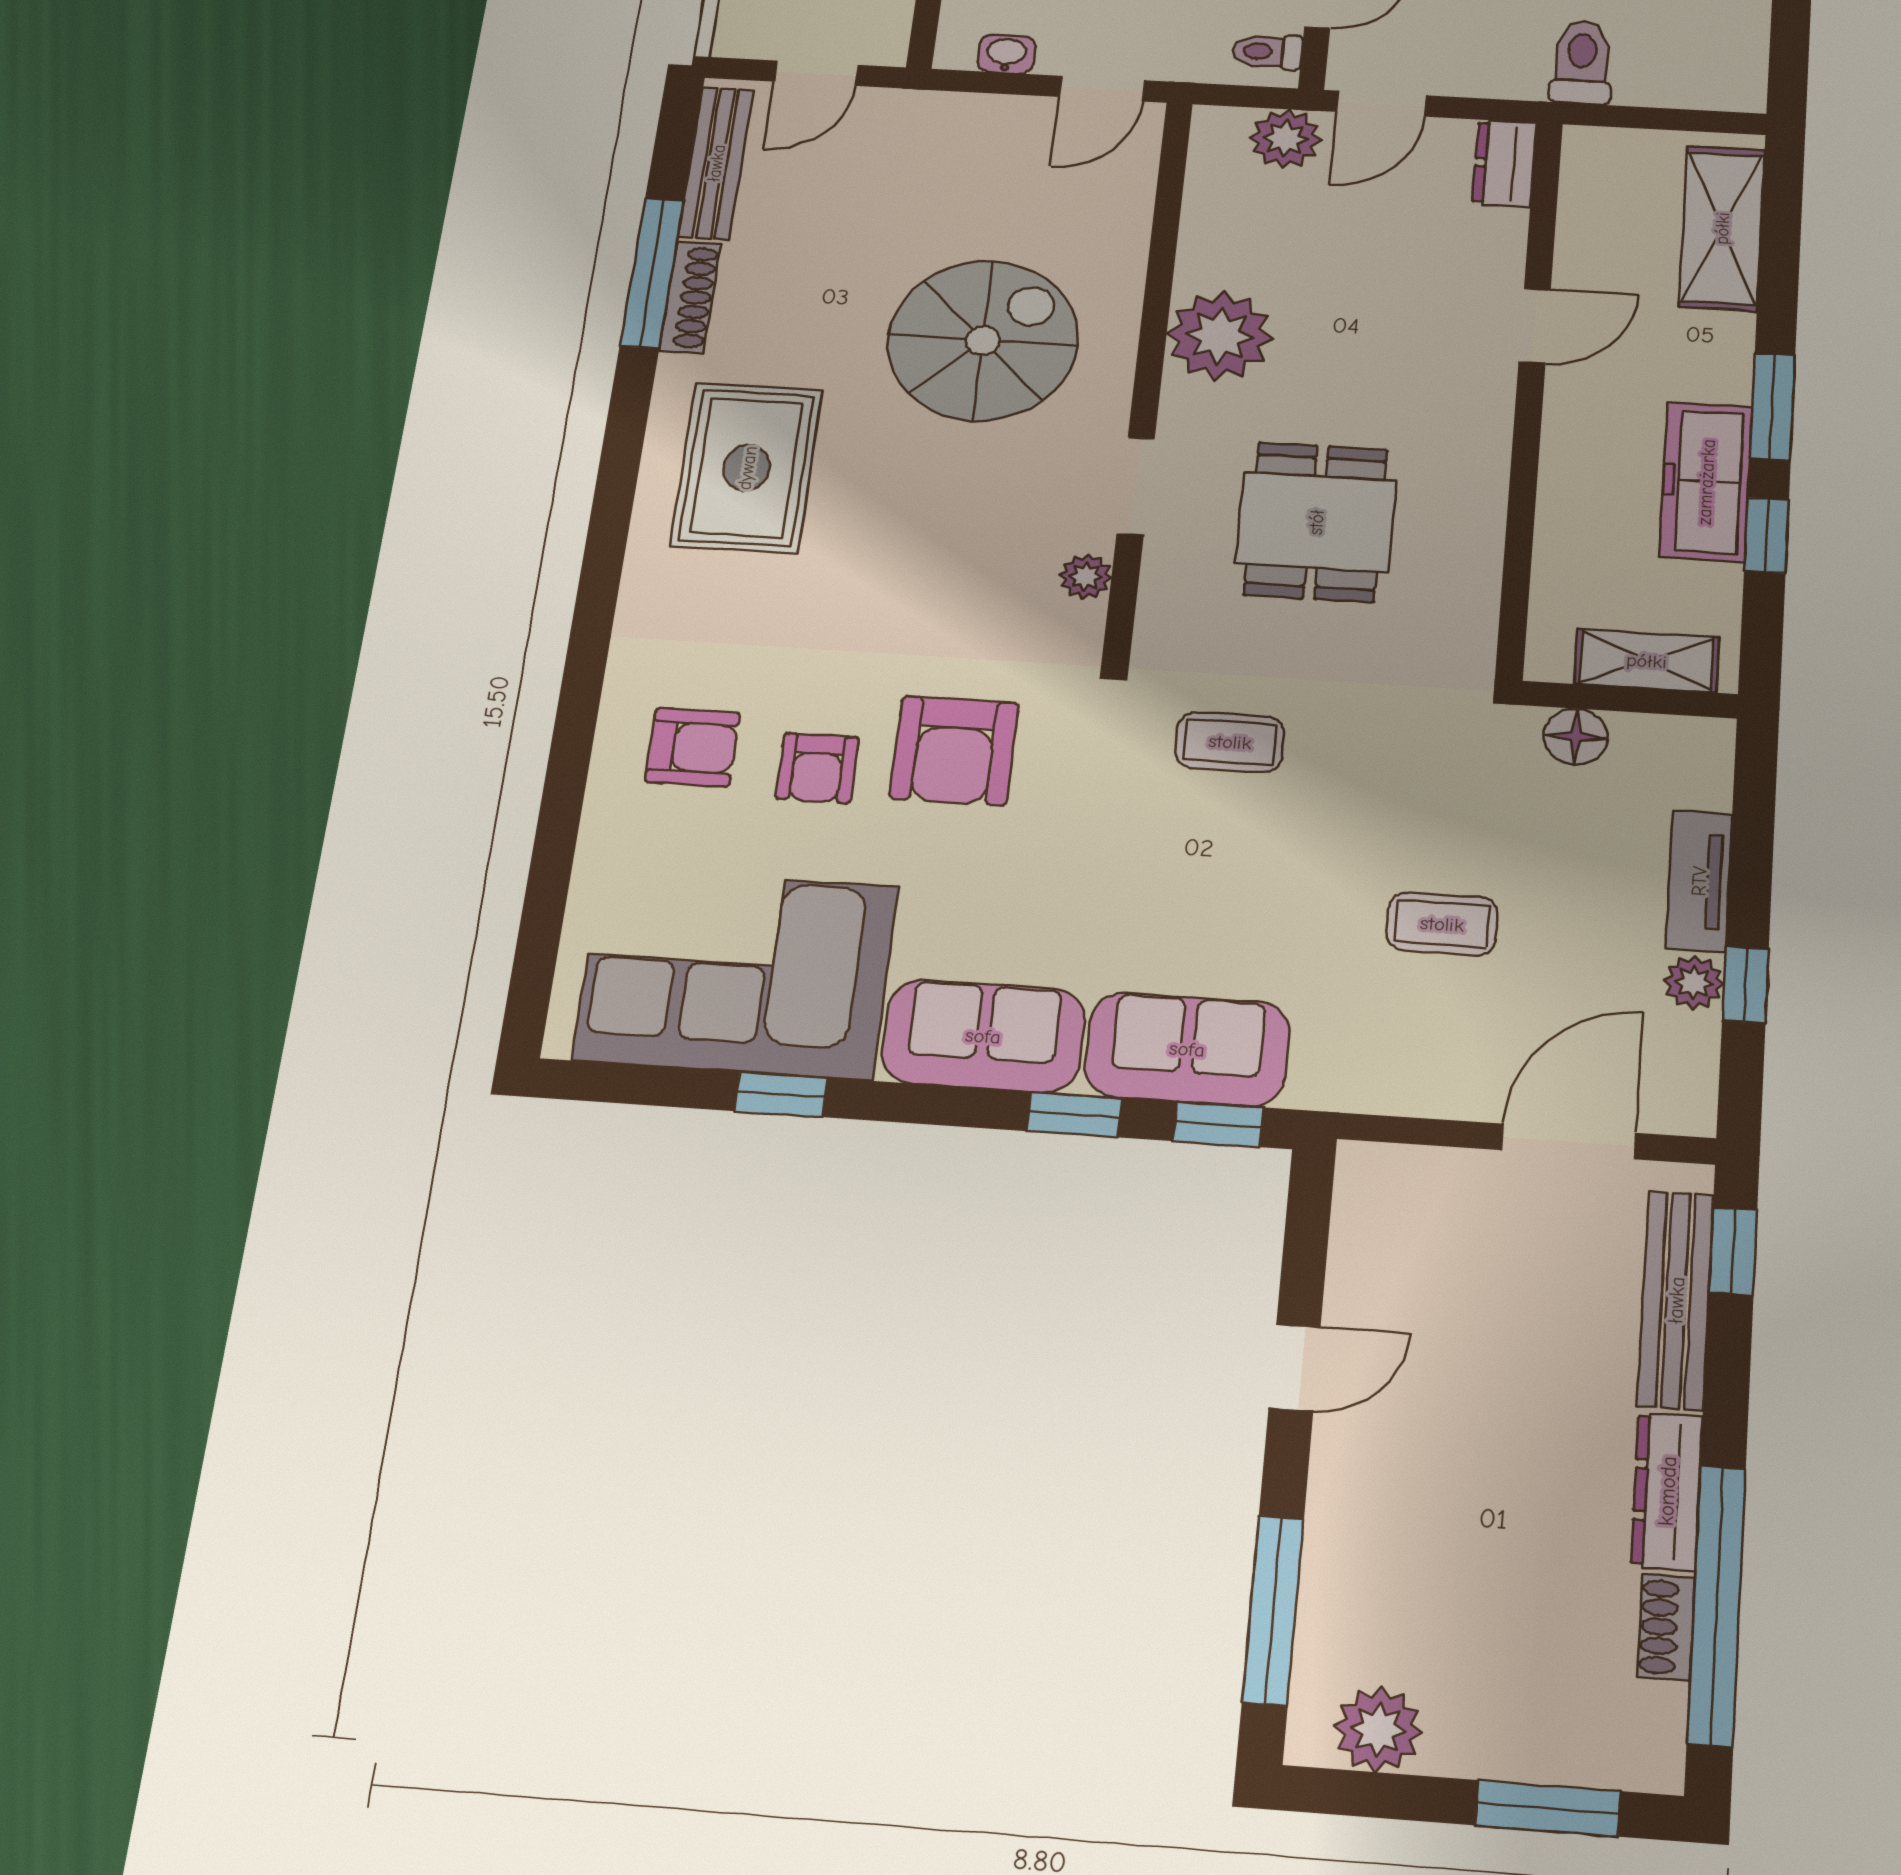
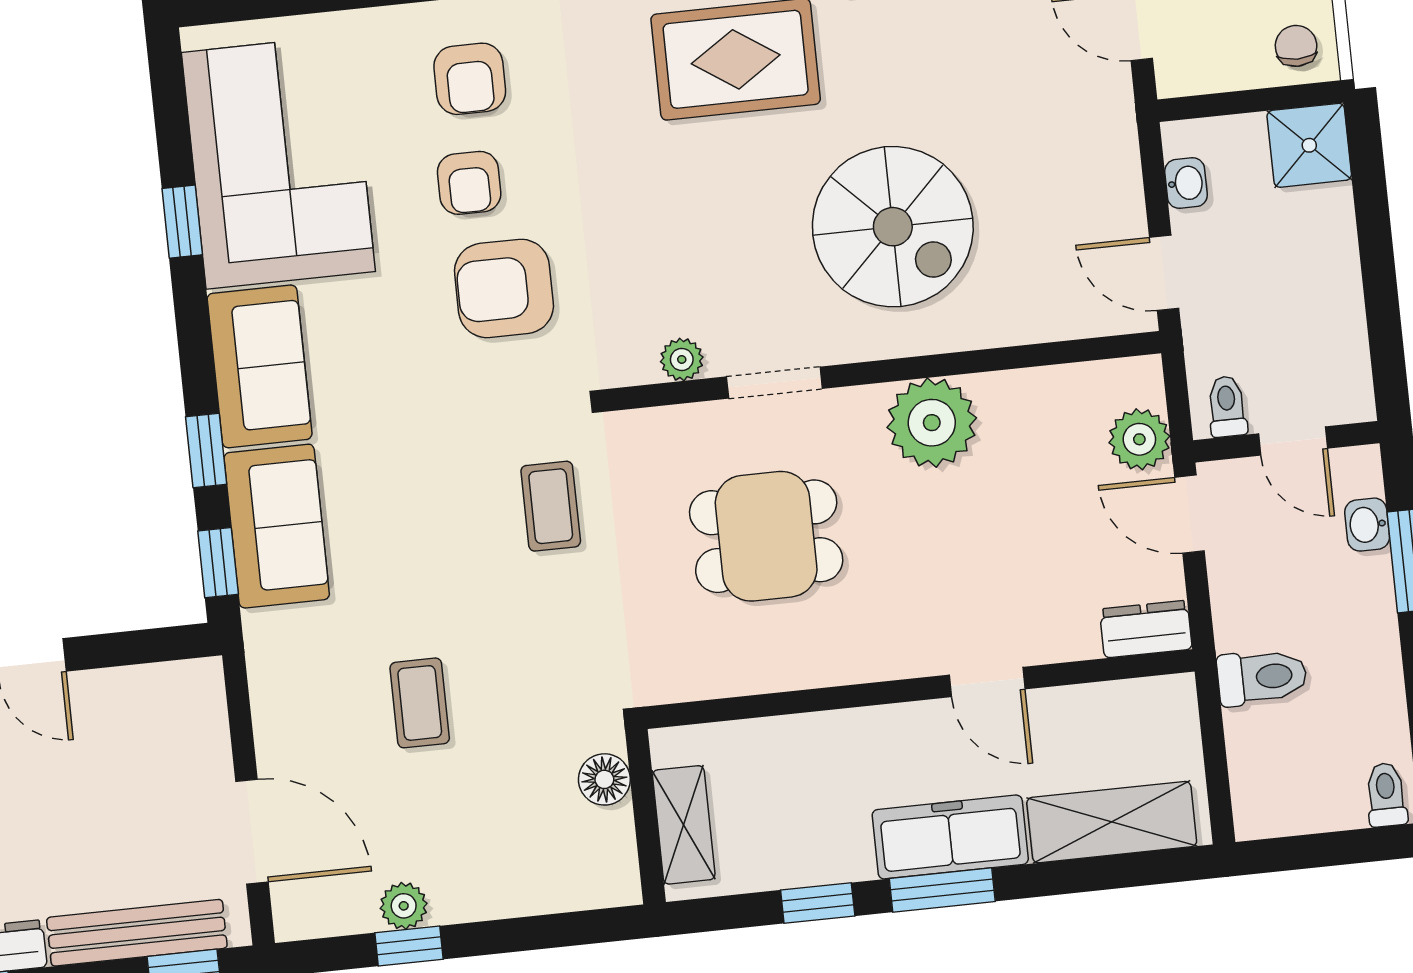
freezer: (1706, 482) -> (950, 837), moved
armchair: (817, 768) -> (469, 183), turned -90
tv unit: (1699, 881) -> (493, 897), removed

